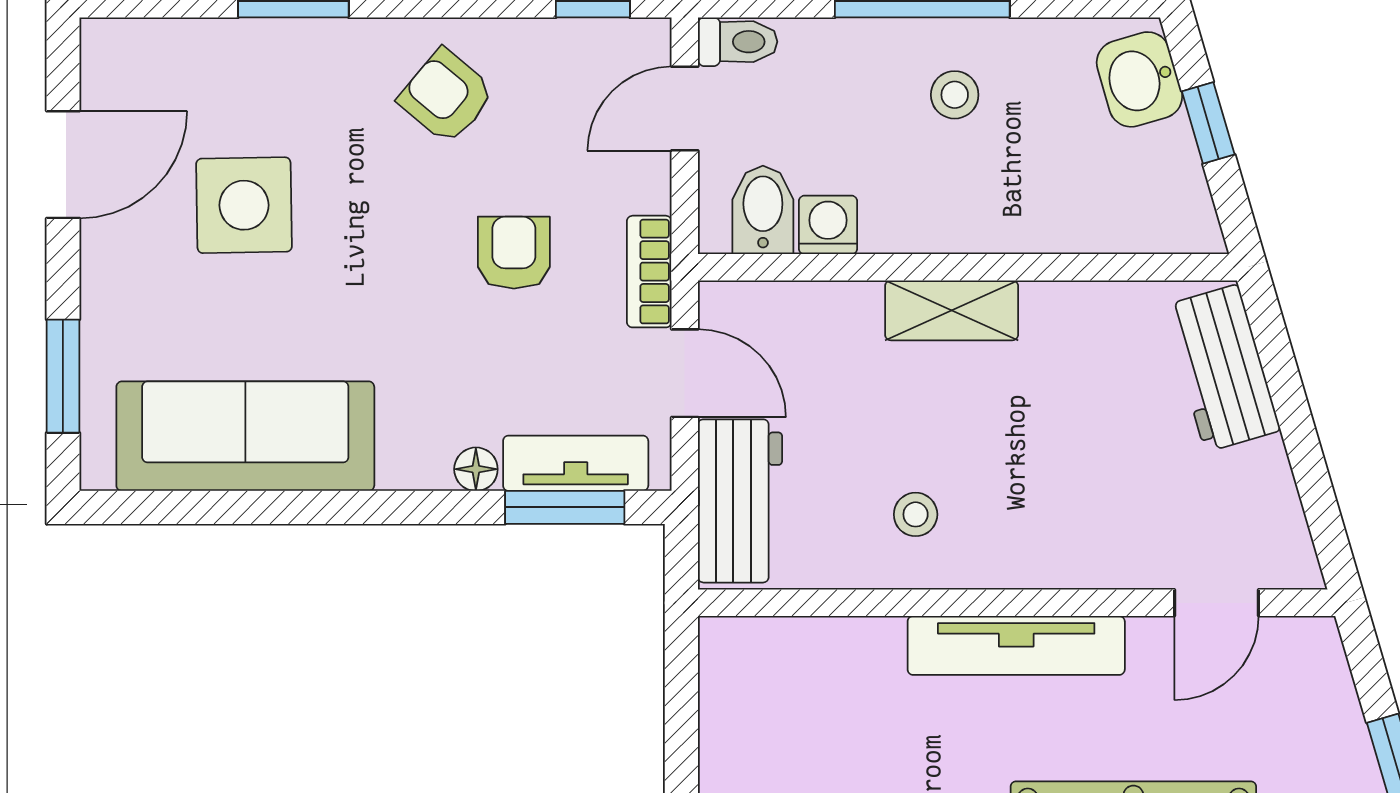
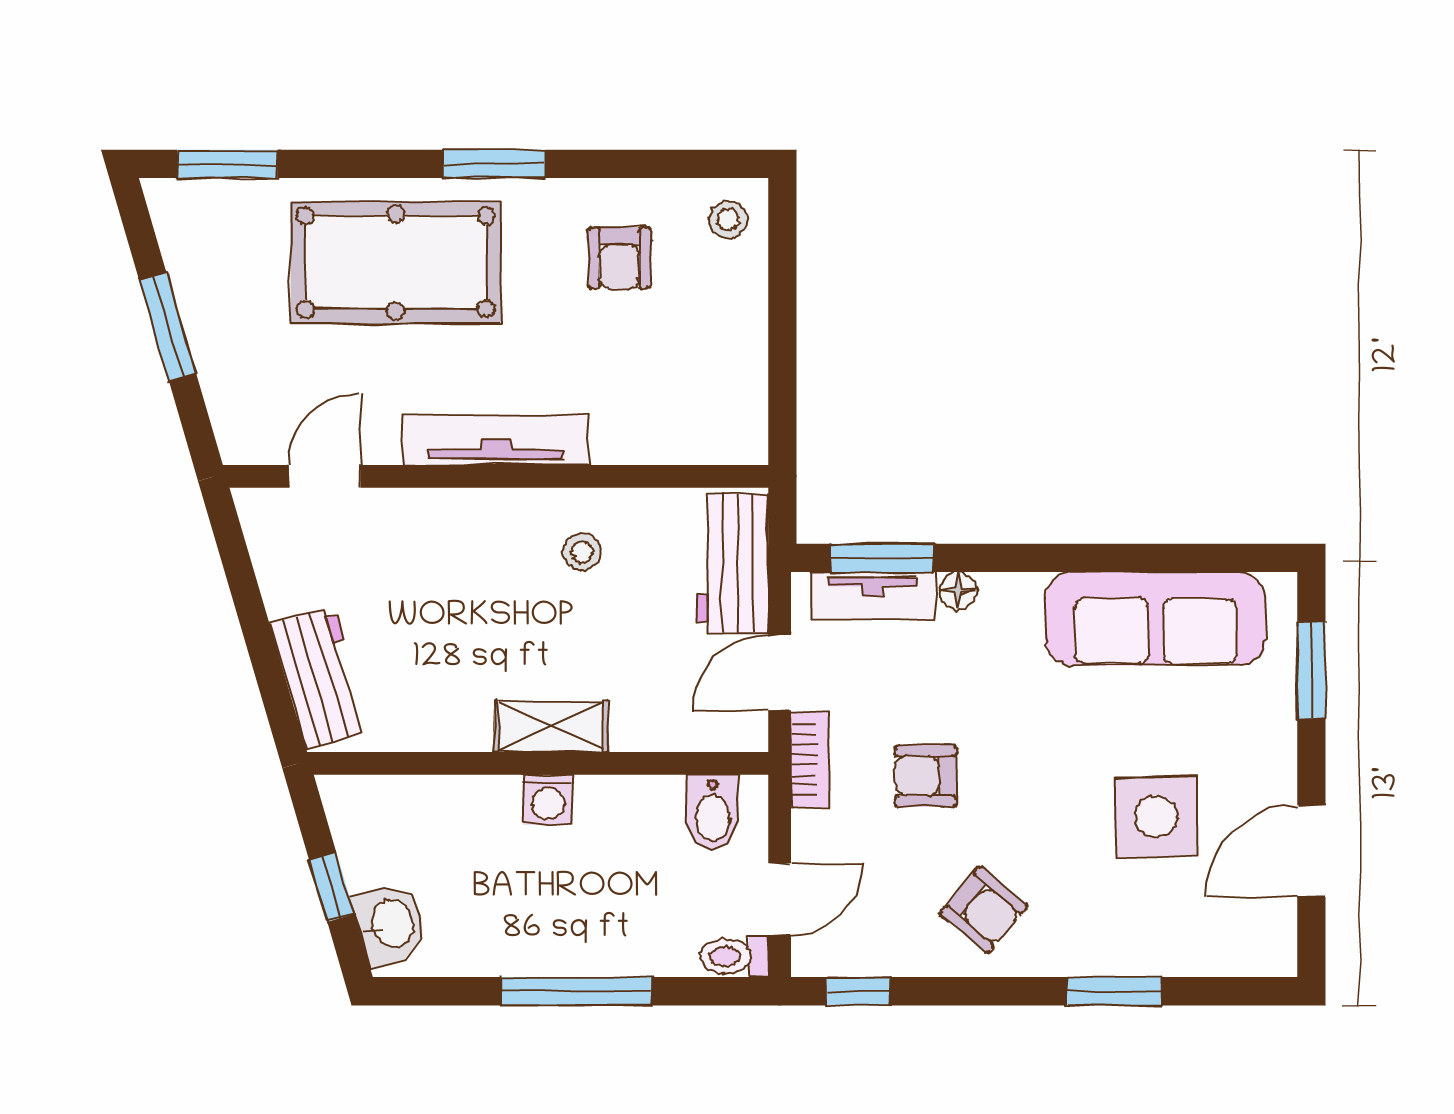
stool: (955, 95) -> (549, 911), removed
washing machine: (828, 225) -> (548, 800), moved
armchair: (514, 253) -> (926, 776), turned 90
door: (685, 373) -> (780, 673), hinge flipped

